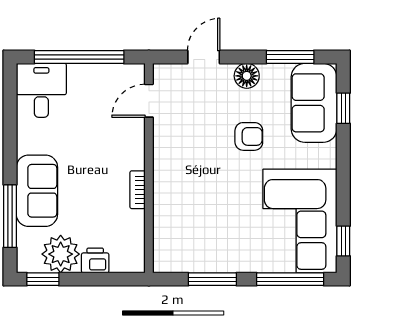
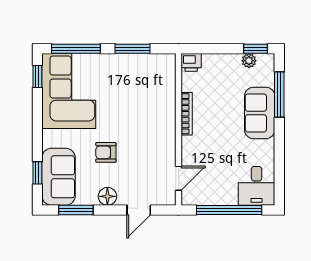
bookcase: (138, 190) -> (187, 114), width x1.56
plant: (61, 254) -> (249, 61), width x0.53, depth x0.53
printer: (95, 260) -> (191, 62), moved

